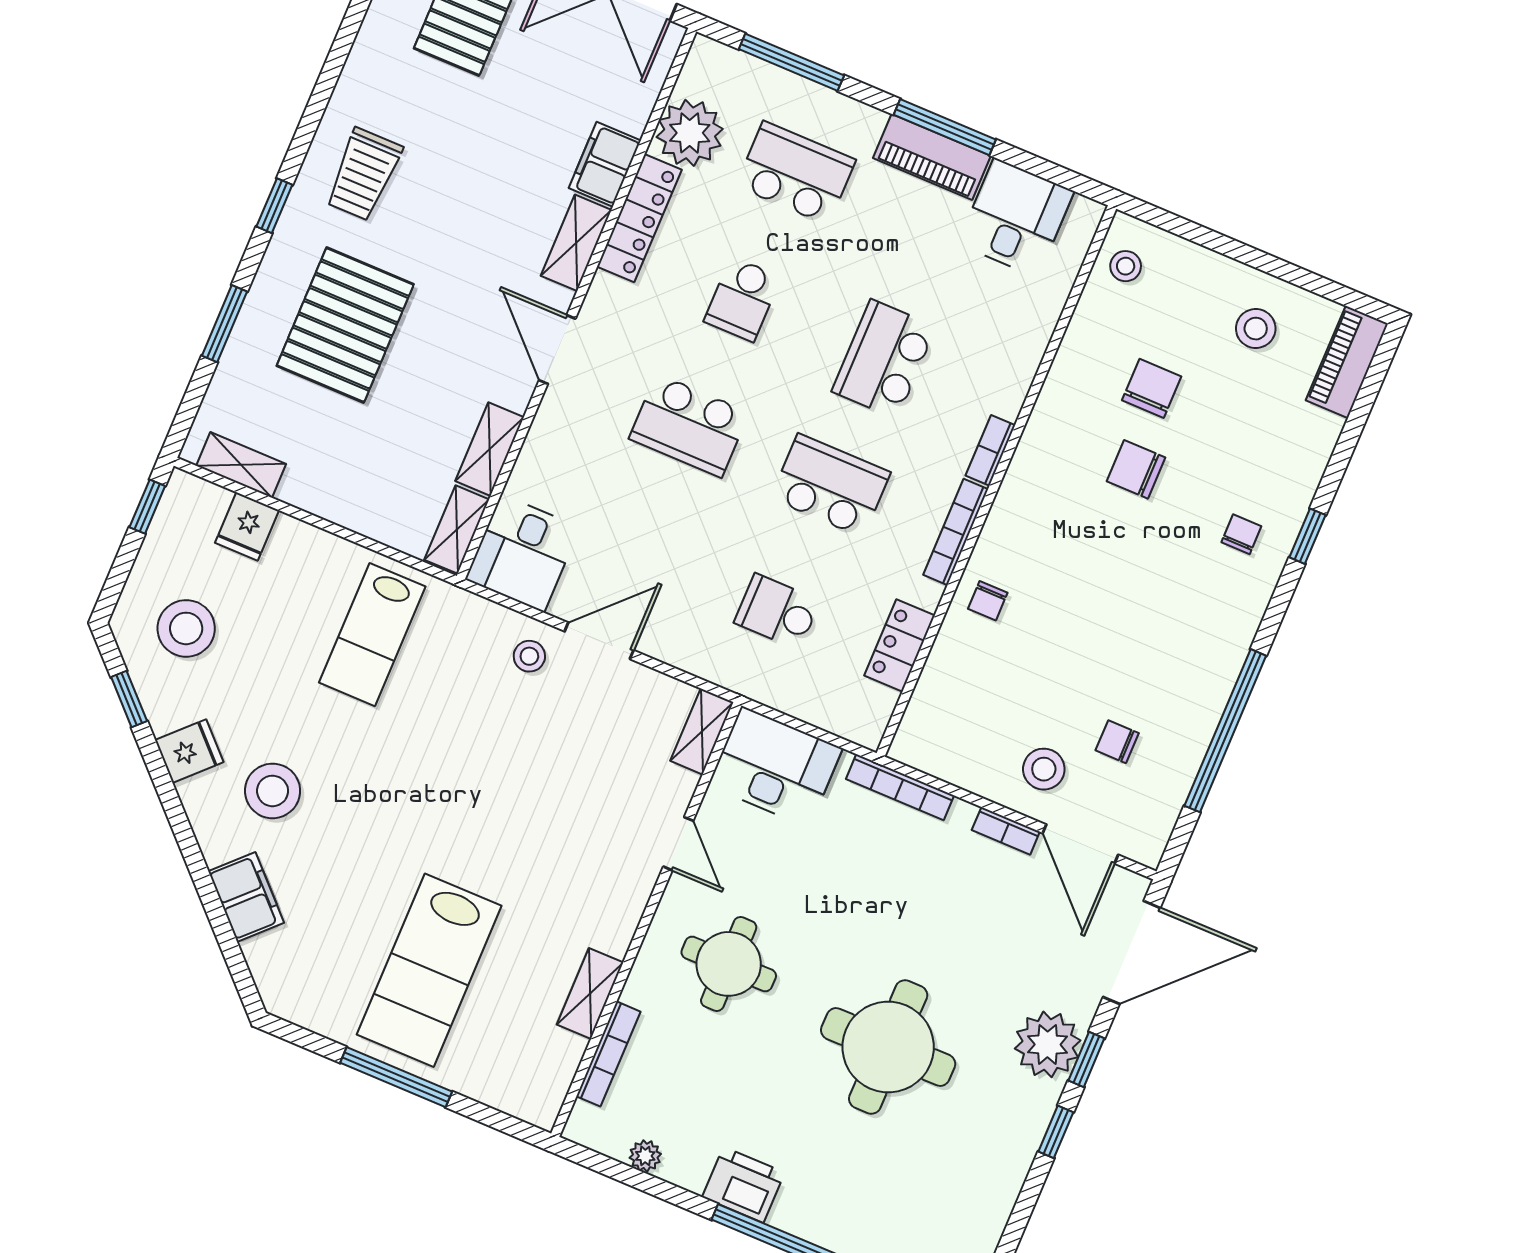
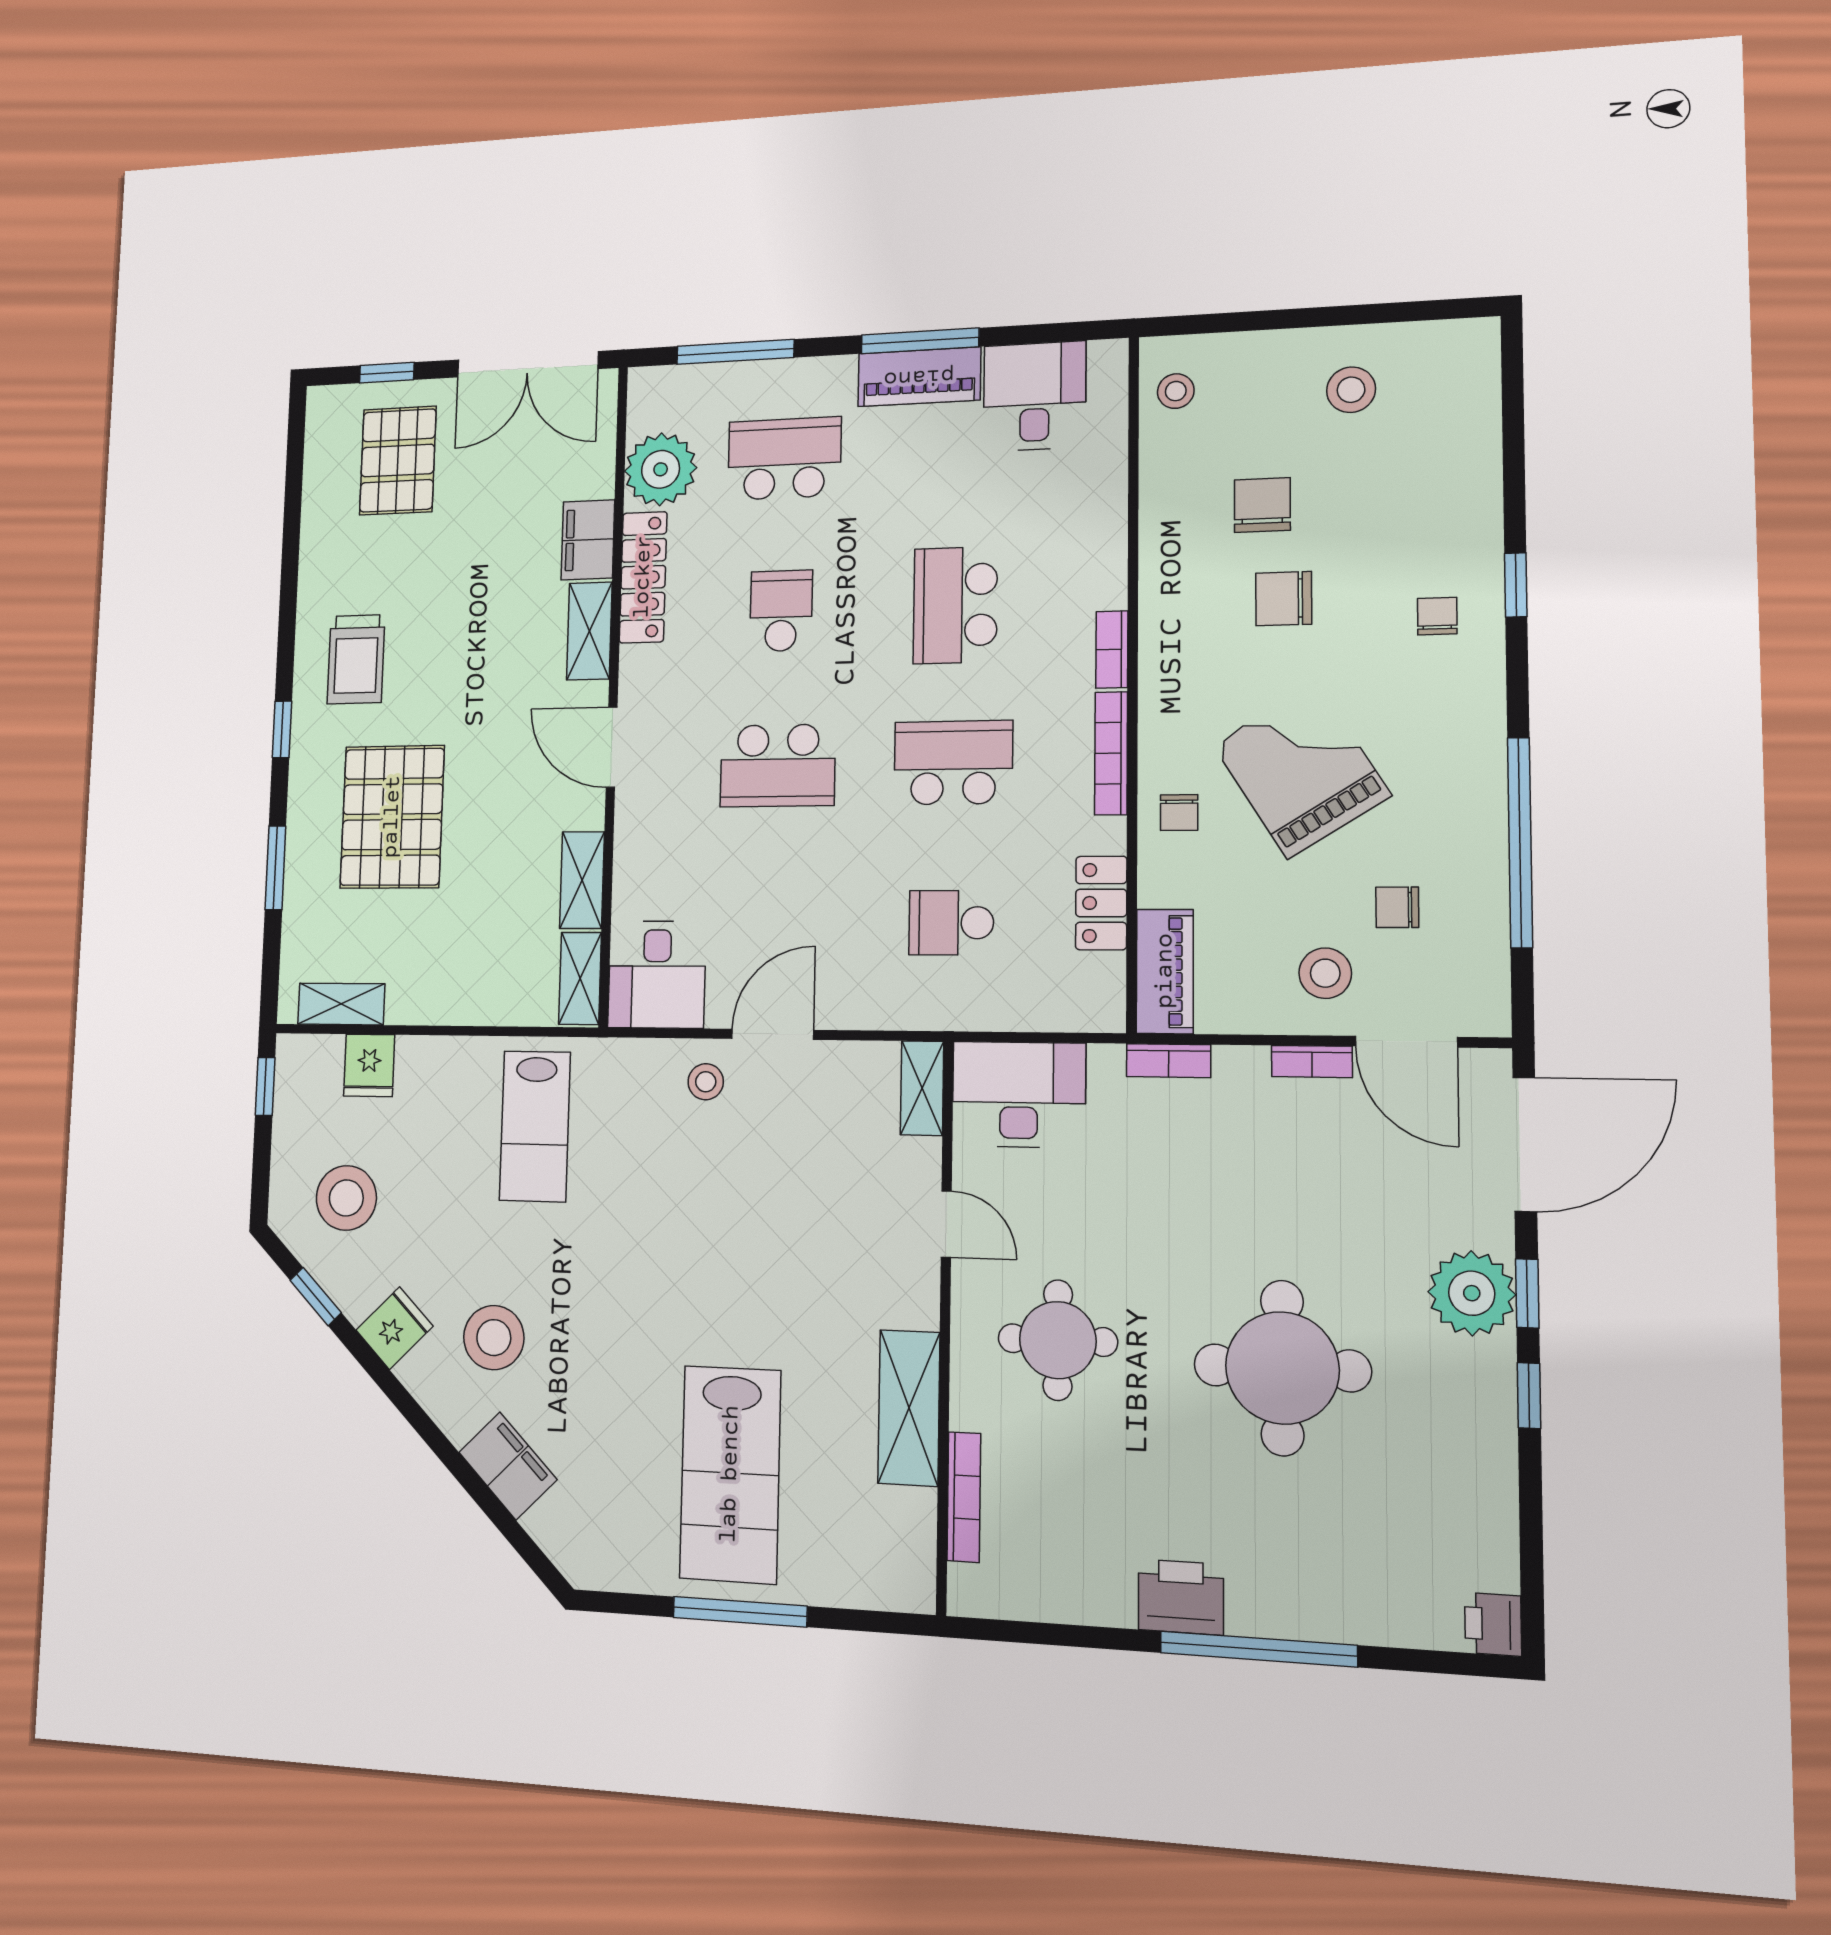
school desk: (742, 299) -> (781, 611), turned 180
piano: (1347, 362) -> (1165, 971), moved, turned 180
grand piano: (1092, 608) -> (1302, 770), added
bookcase: (900, 787) -> (1169, 1061), width x0.64
shelving: (590, 993) -> (909, 1408), width x1.50, depth x1.33
plant: (645, 1156) -> (1053, 1603), removed

